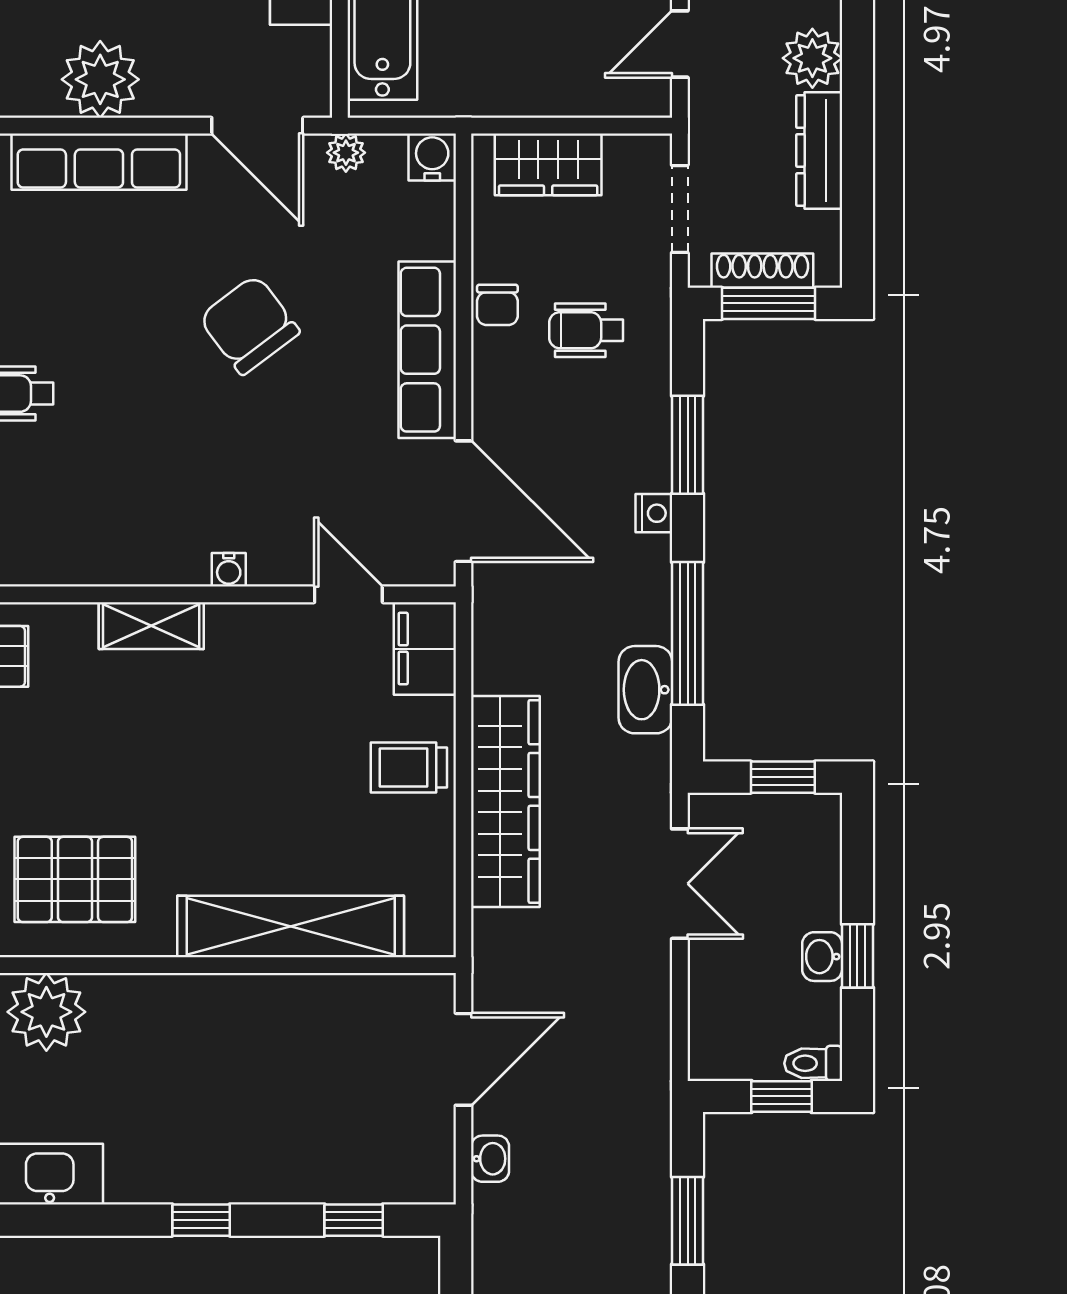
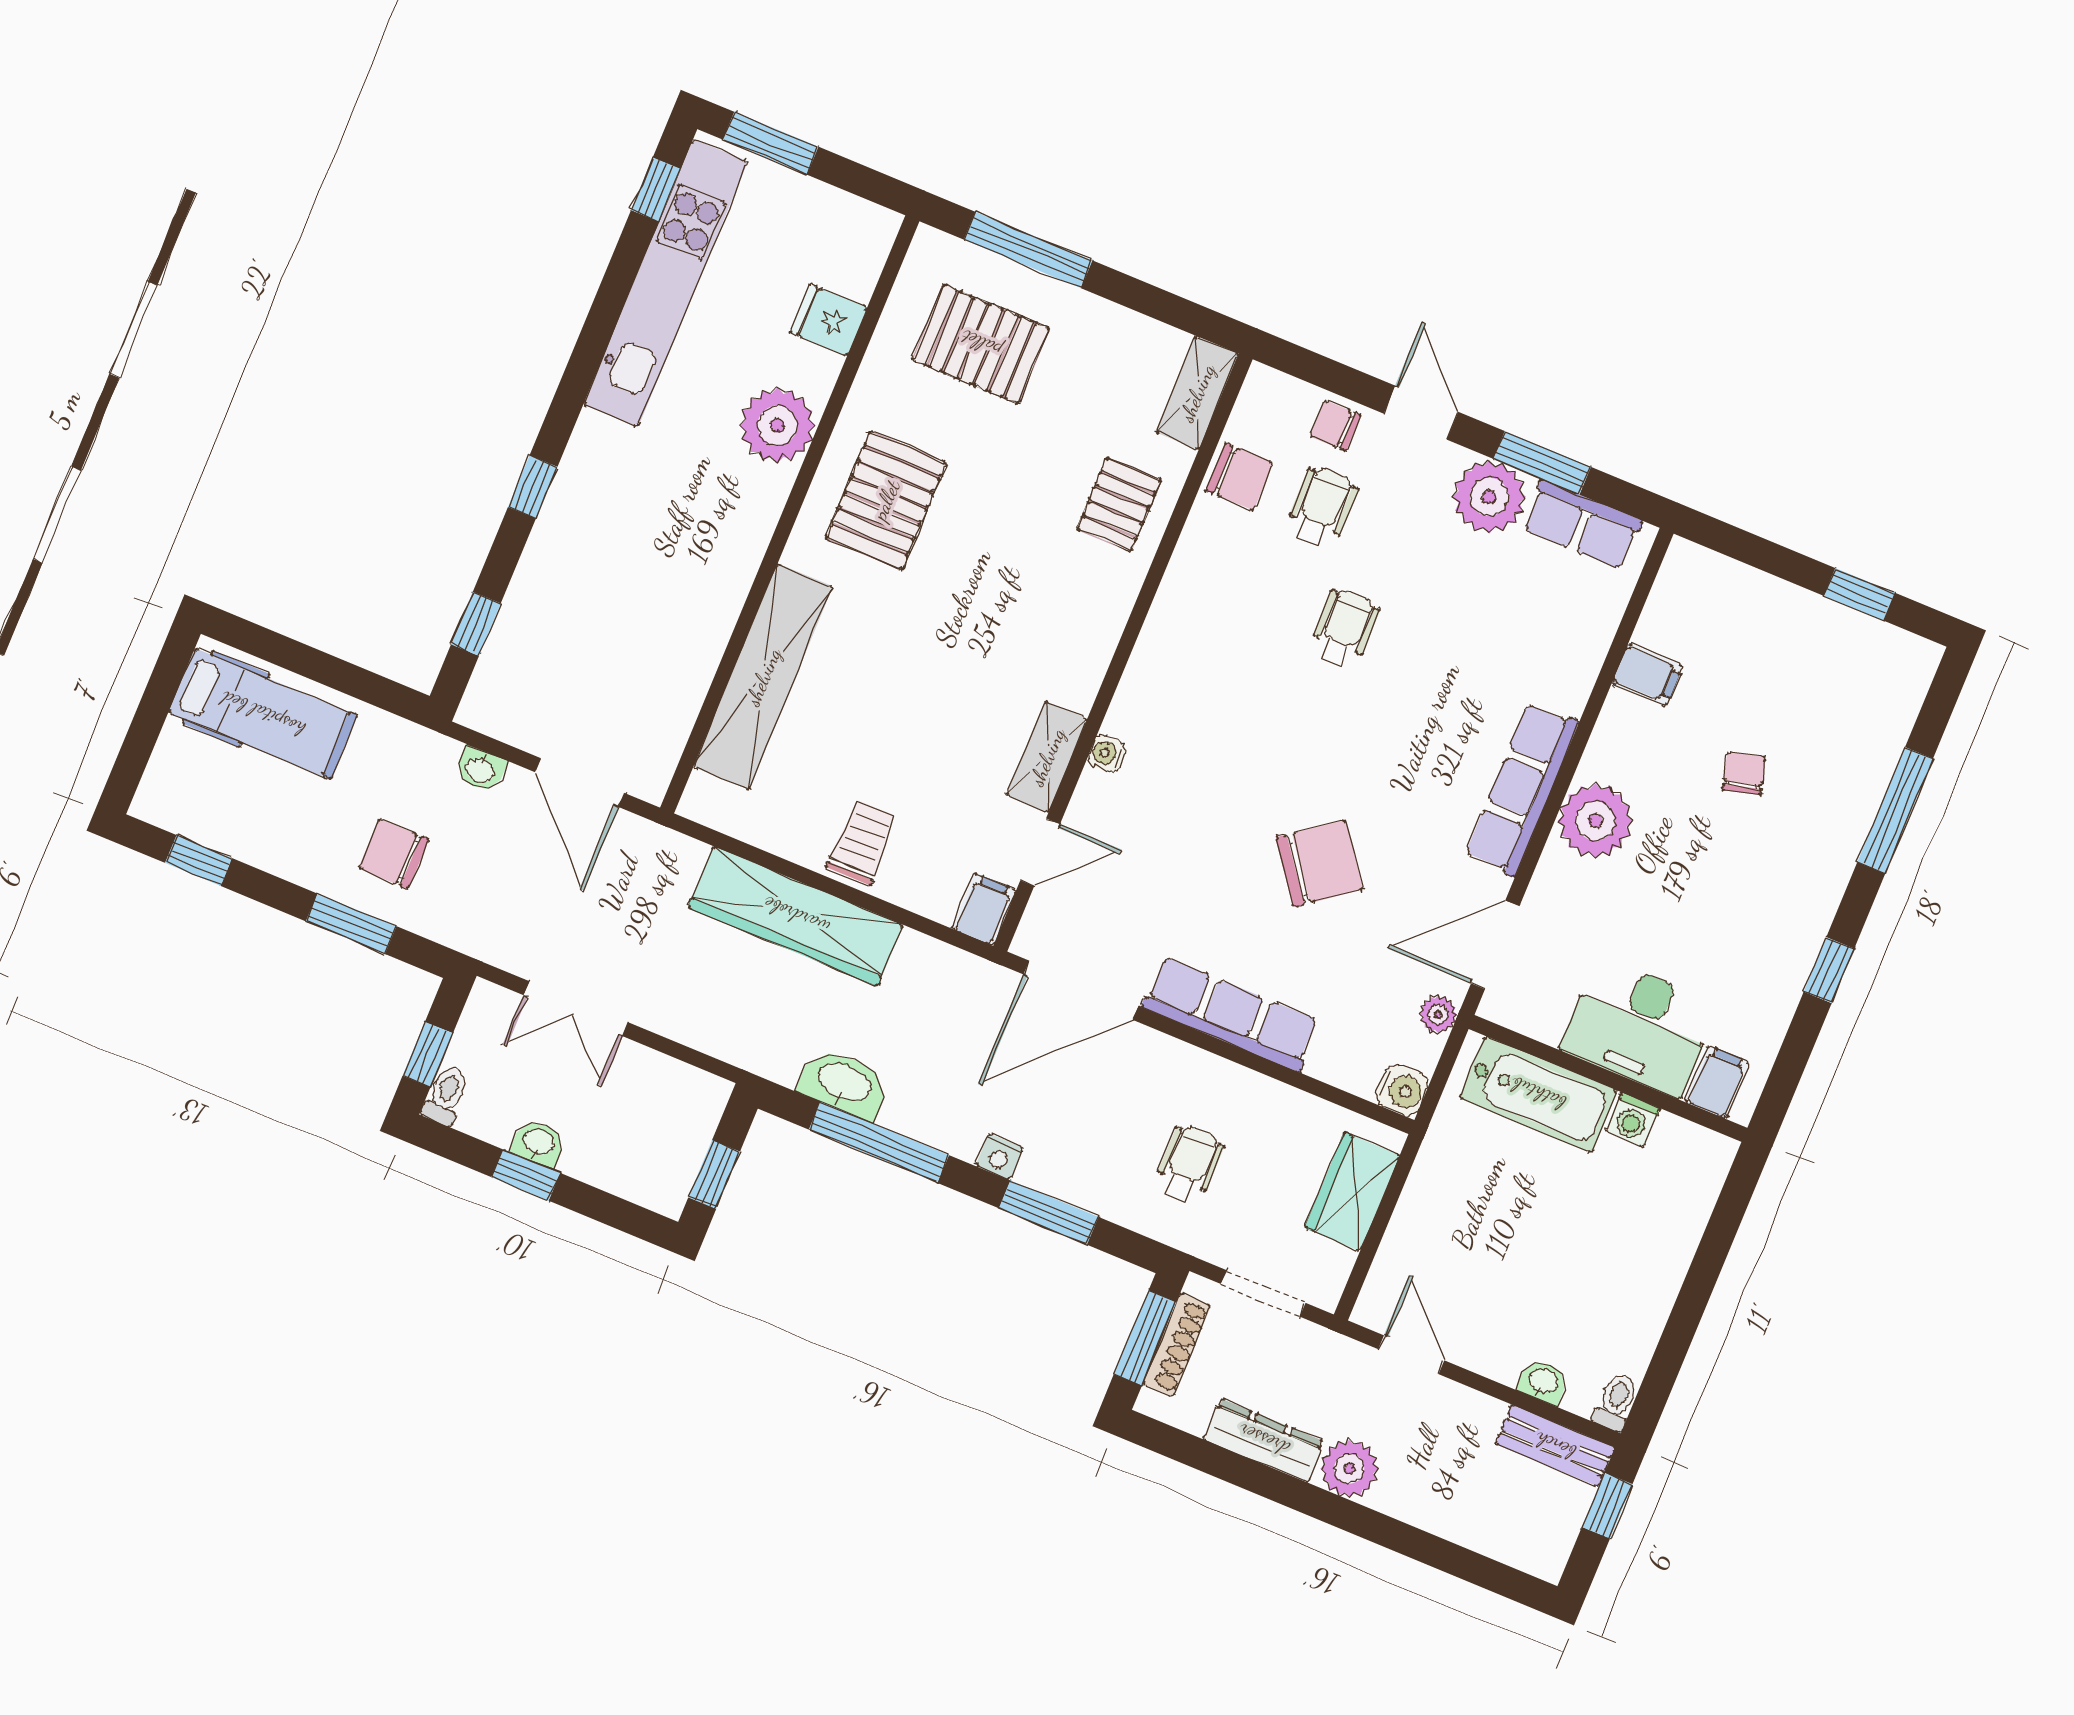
chair: (497, 305) -> (394, 854), moved, width x1.37, depth x1.37
shelving: (151, 626) -> (1047, 757), moved
filing cabinet: (425, 649) -> (984, 909), width x0.50
double door: (680, 884) -> (576, 1009), moved

